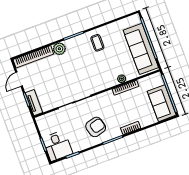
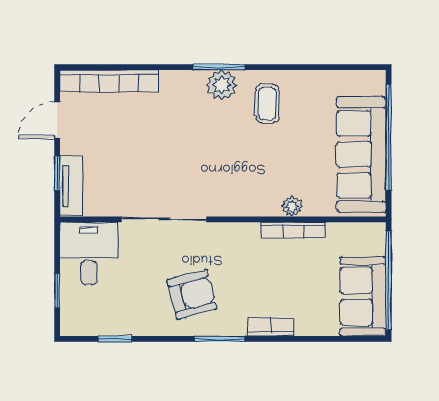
plant: (59, 49) -> (222, 85), moved
desk: (58, 146) -> (89, 253), moved, turned 180

